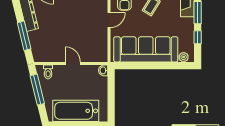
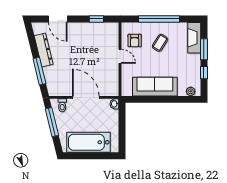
door: (109, 20) -> (120, 56), hinge flipped
sofa: (146, 49) -> (155, 87), width x0.74, depth x0.79
door: (73, 63) -> (86, 97), width x1.87

